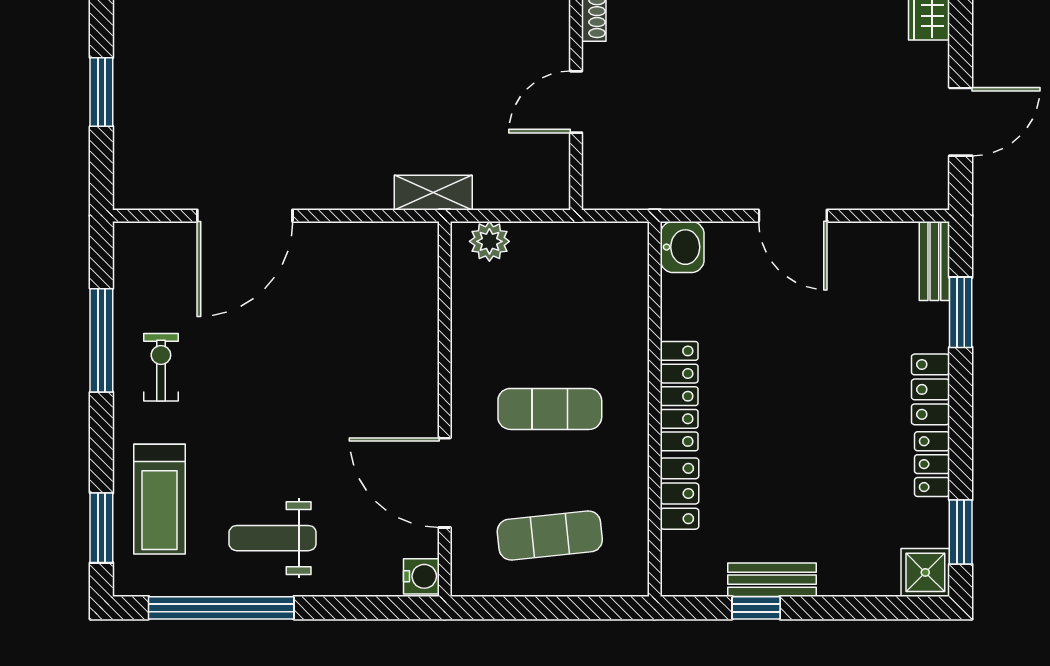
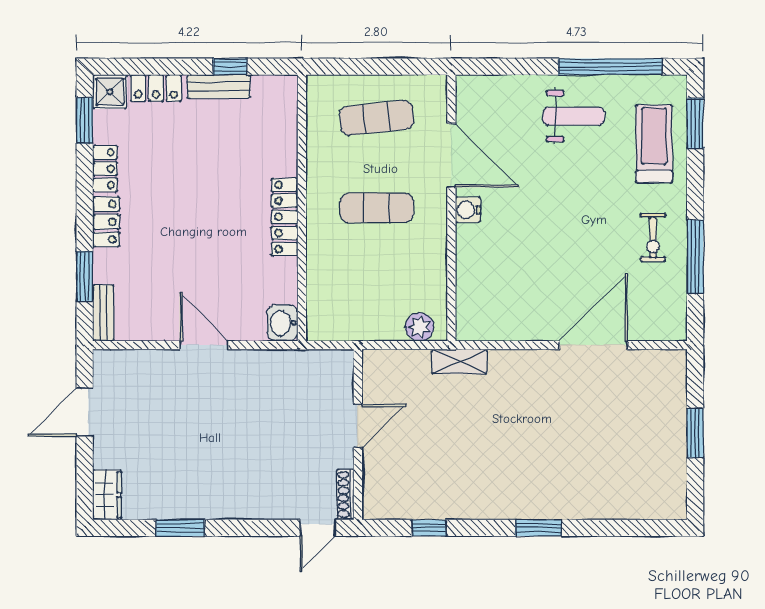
locker: (680, 494) -> (156, 88), moved, turned -90
water cooler: (421, 576) -> (468, 210), moved

